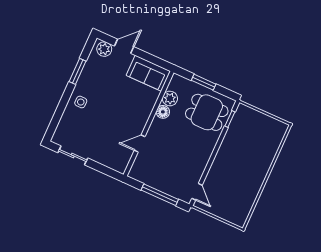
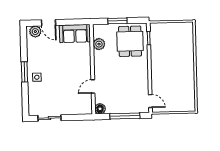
door: (124, 46) -> (48, 23), swing flipped
window: (78, 71) -> (24, 72), moved
floor lamp: (163, 112) -> (100, 109), moved
dining table: (207, 112) -> (130, 41), turned 90

